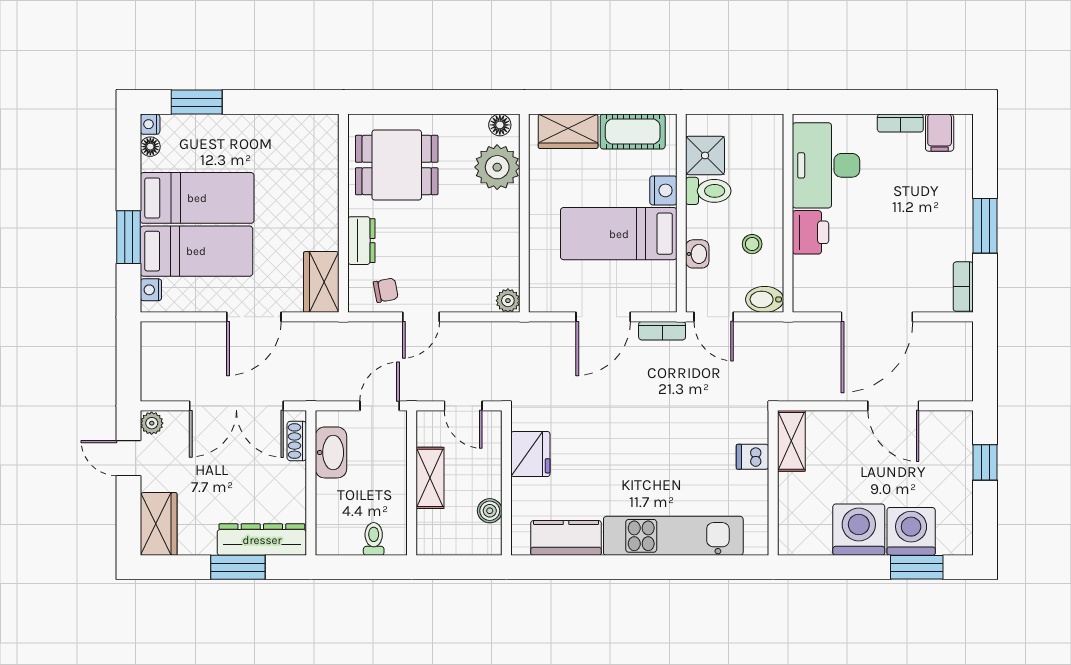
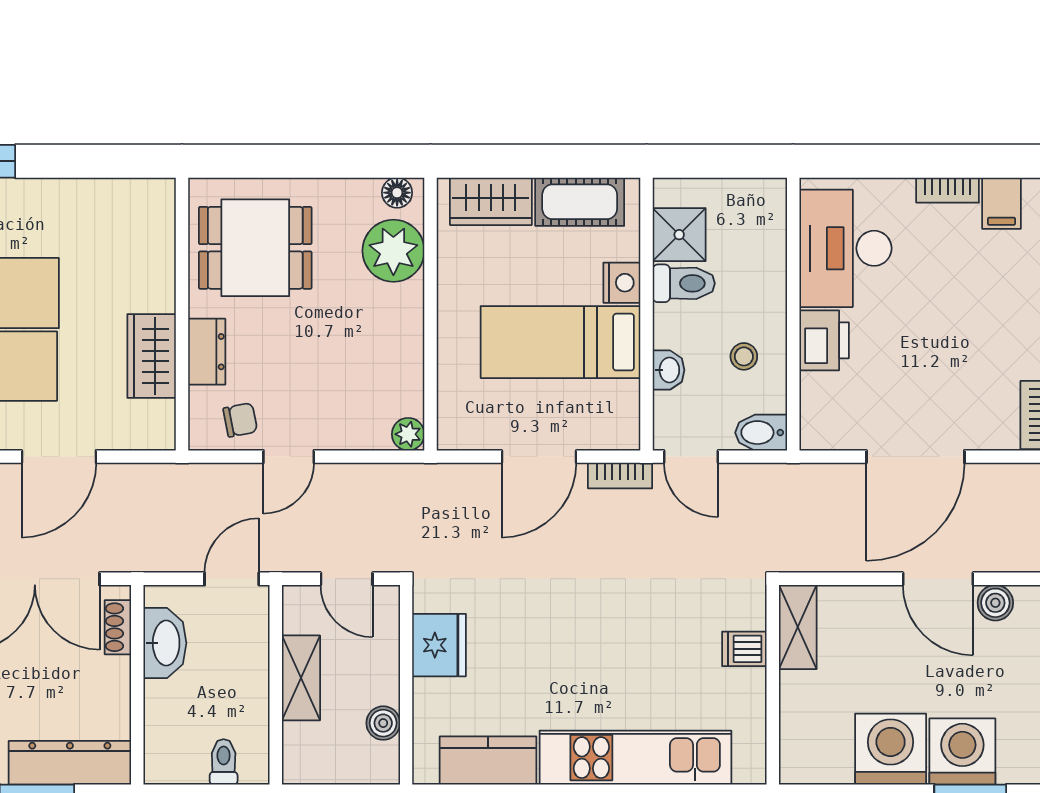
wardrobe: (321, 282) -> (152, 356), moved
boiler: (935, 423) -> (995, 603), added

